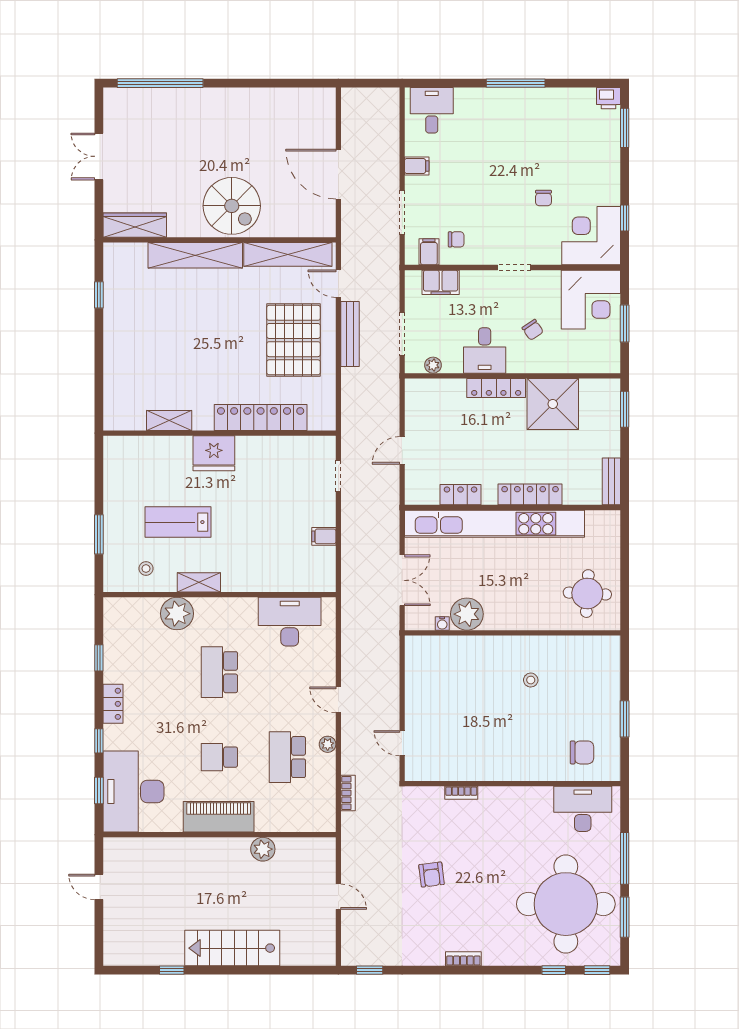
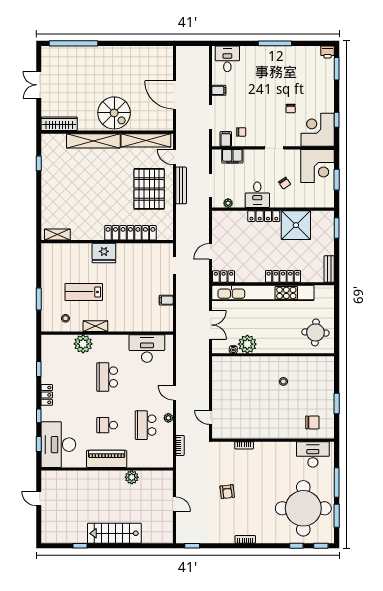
shelving: (169, 421) -> (57, 234), moved
locker: (460, 495) -> (224, 276), moved

